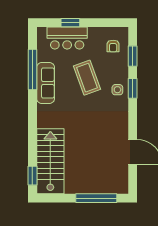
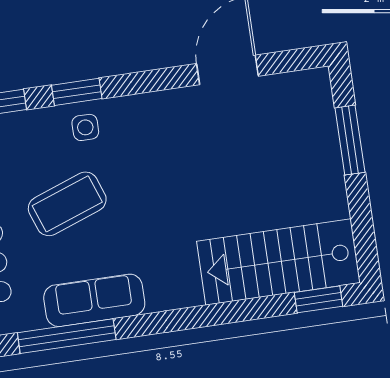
window: (96, 198) -> (350, 140), width x0.68

